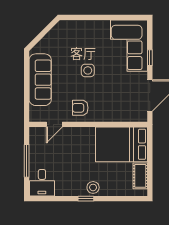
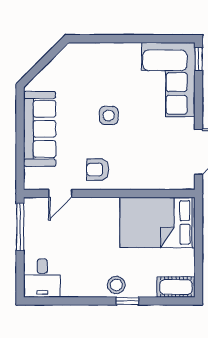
window: (150, 58) -> (199, 59), moved
window: (27, 161) -> (20, 227), moved
cot: (140, 176) -> (176, 287), moved, turned 90
window: (86, 199) -> (127, 301), moved

